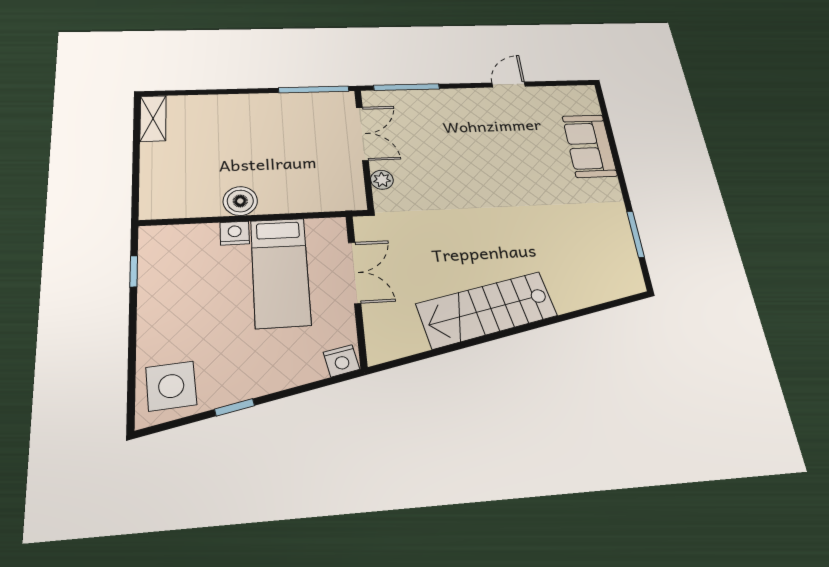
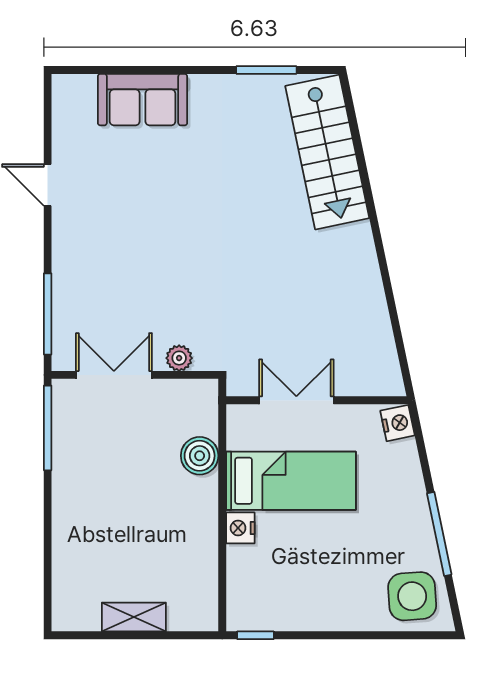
shelving: (153, 118) -> (134, 617), moved
boiler: (240, 201) -> (200, 456), moved
window: (134, 271) -> (255, 635), moved
stairs: (487, 310) -> (327, 152), moved
window: (235, 407) -> (439, 534), width x2.17

